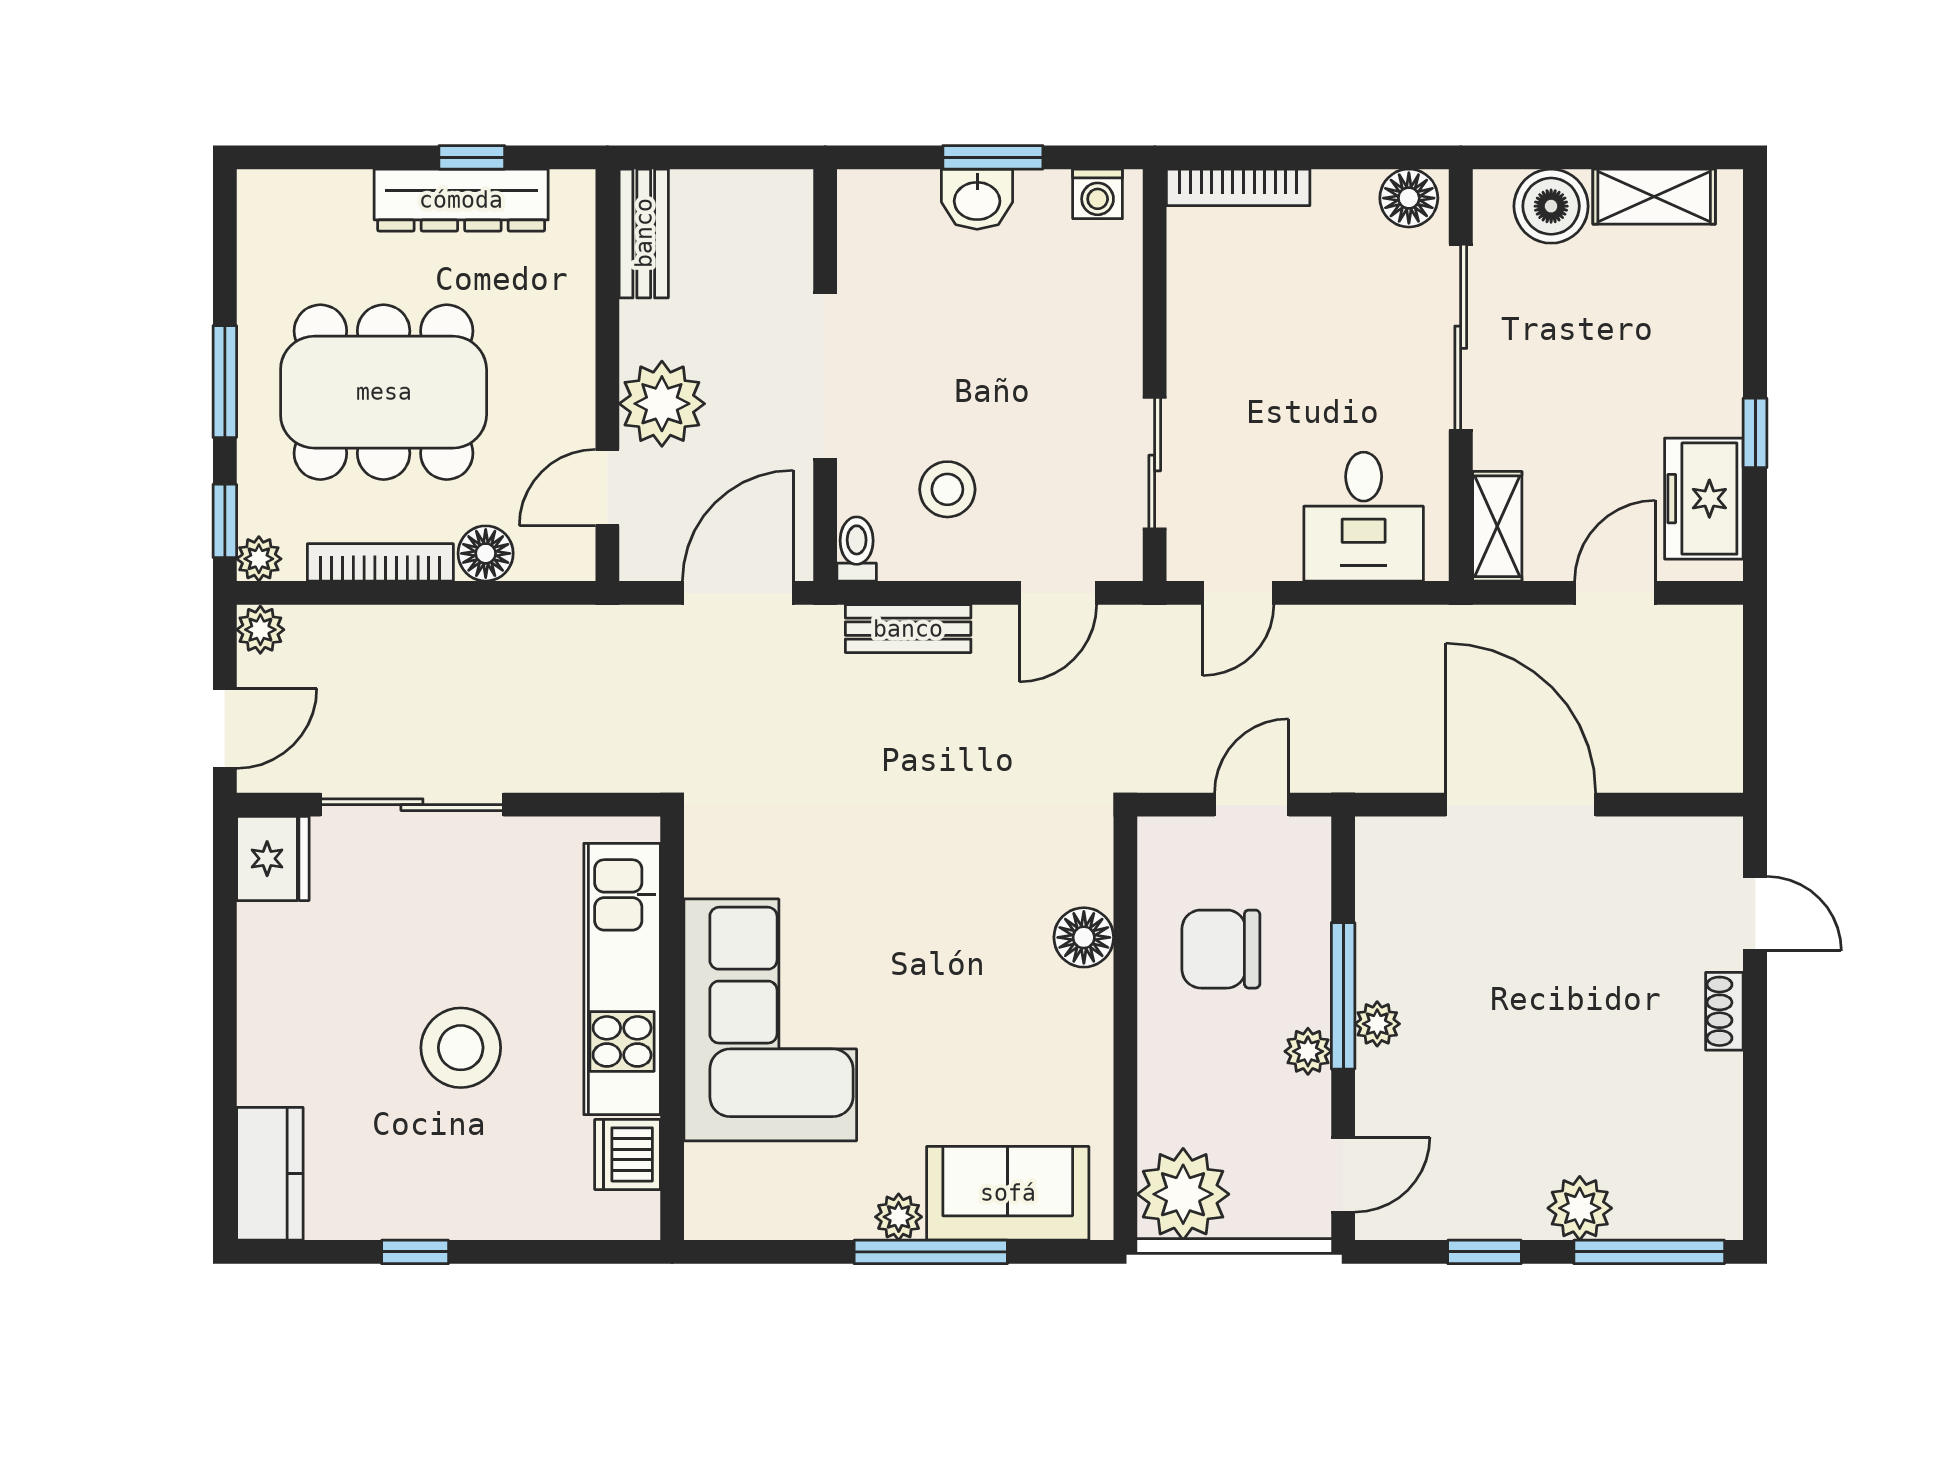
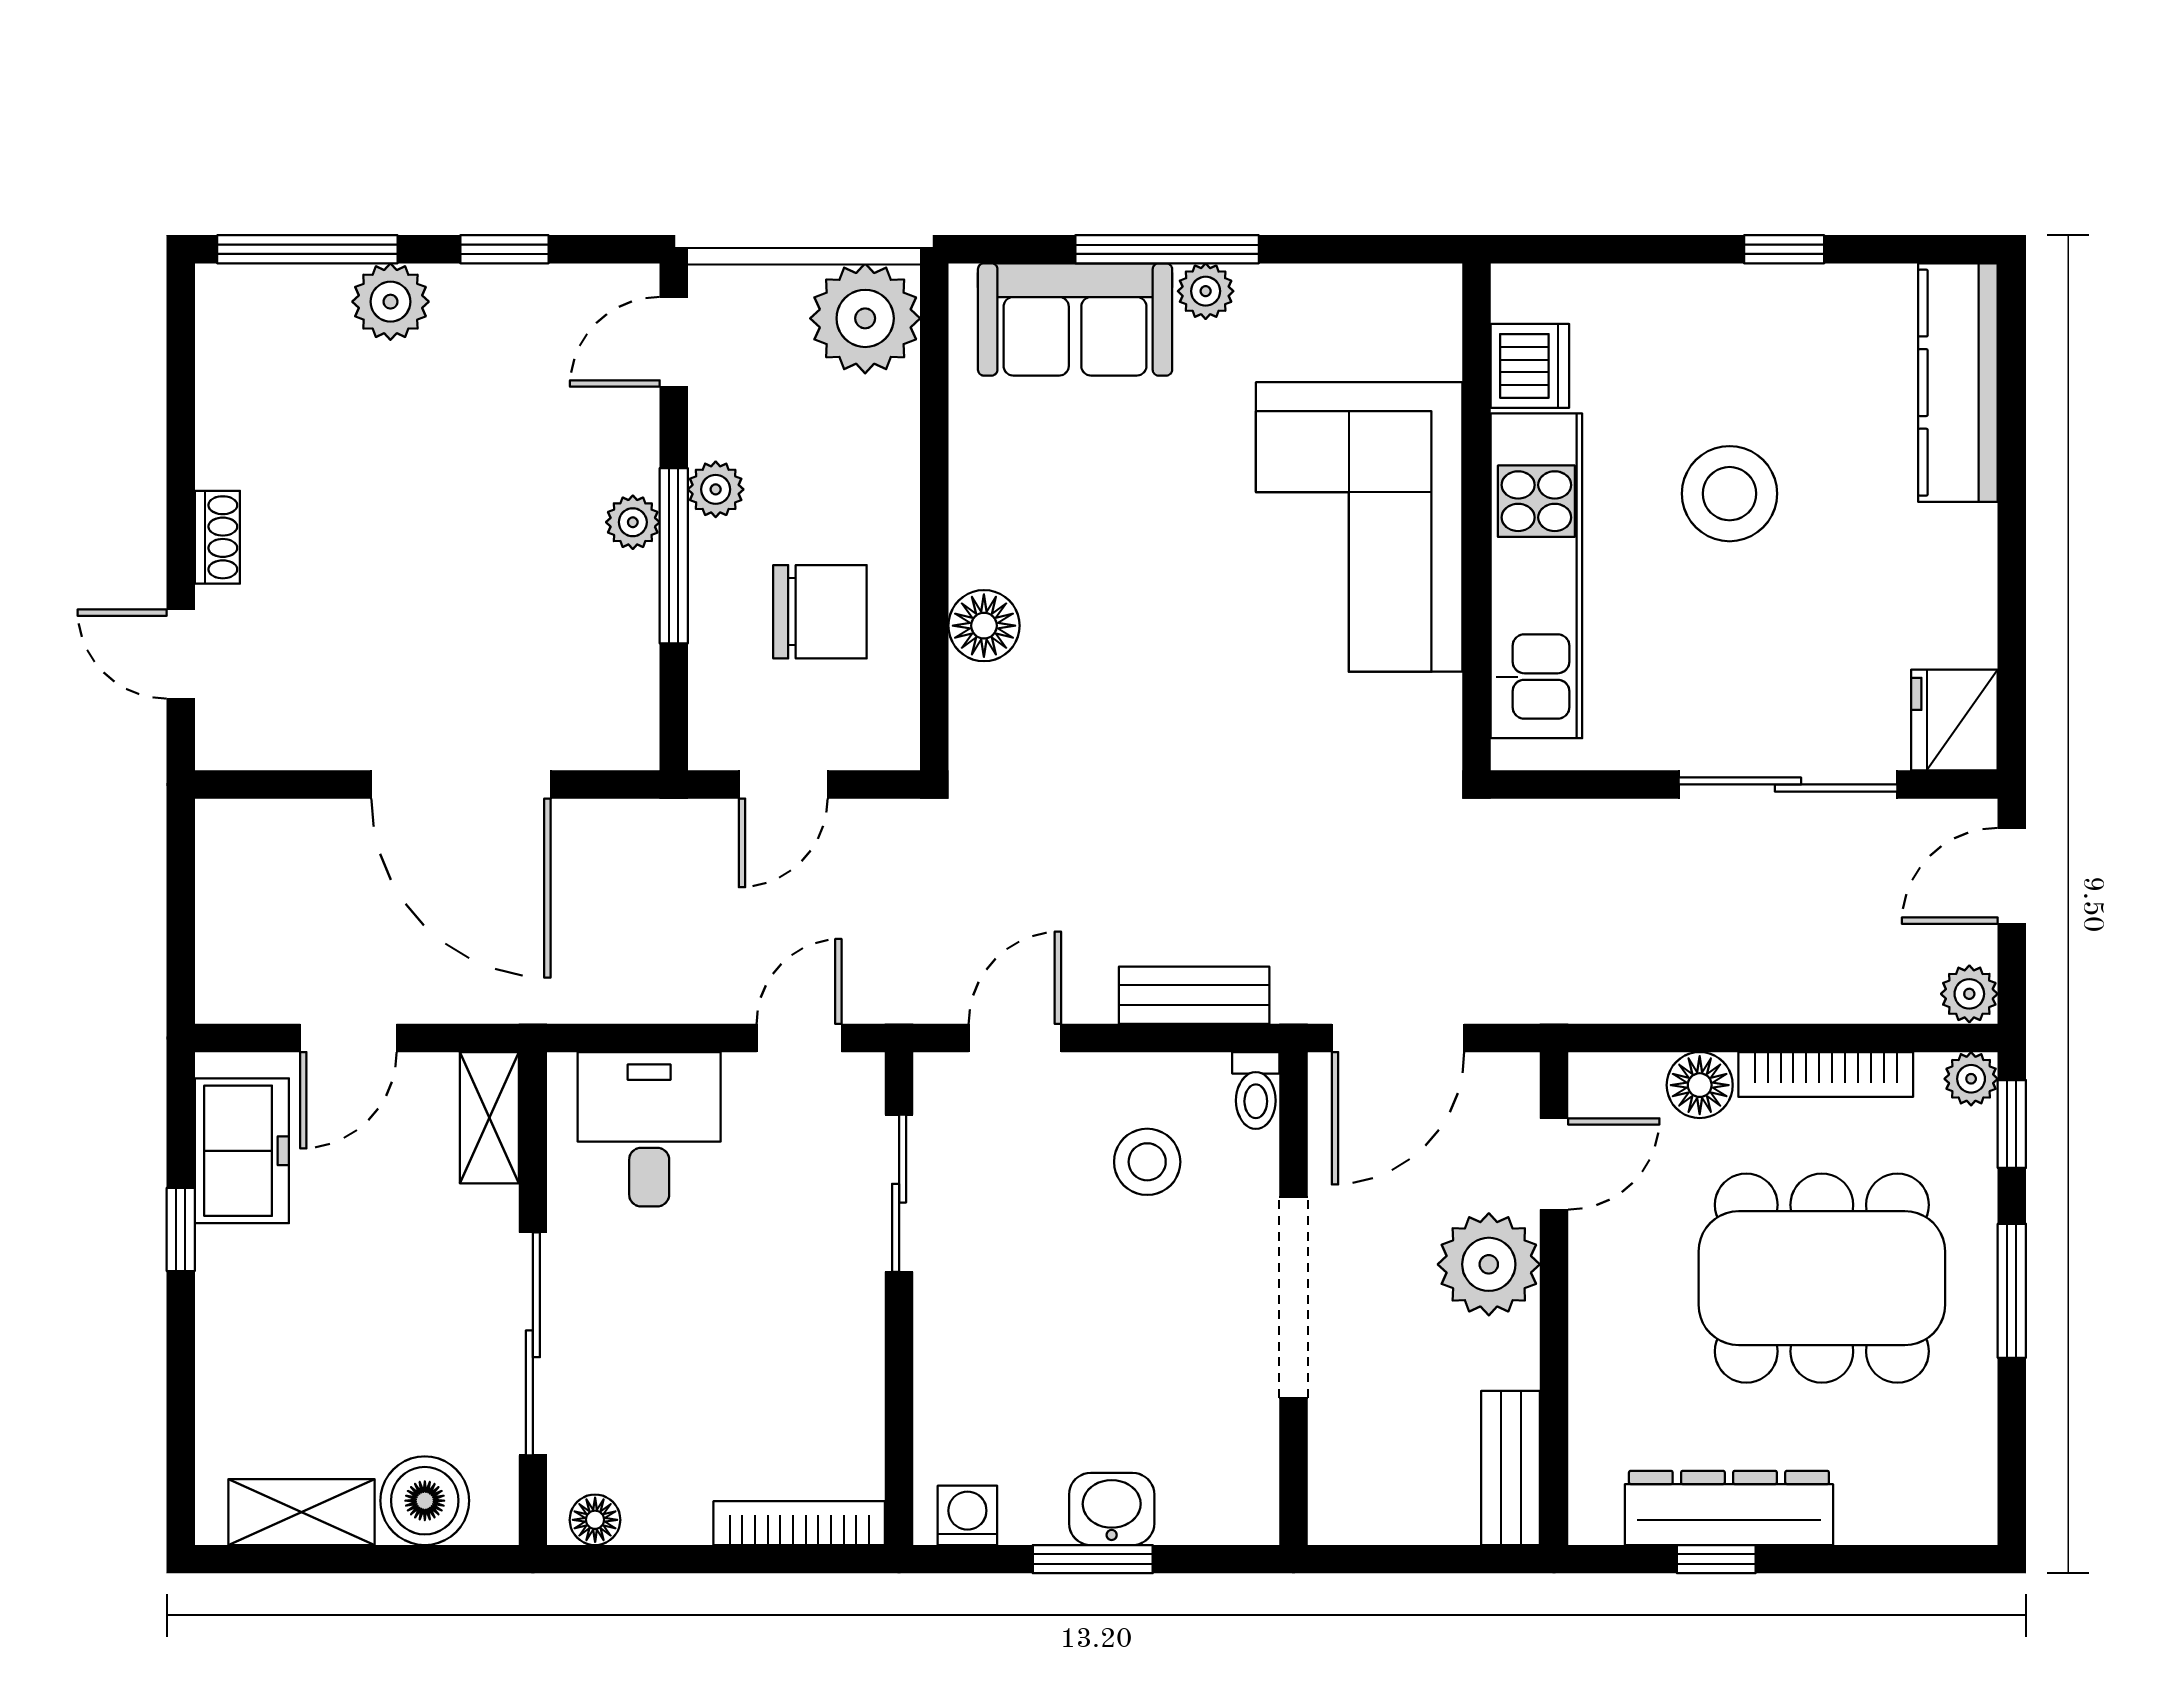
floor lamp: (1409, 198) -> (595, 1520), width x0.73, depth x0.73
kitchen counter: (270, 1174) -> (1958, 383), width x1.50

